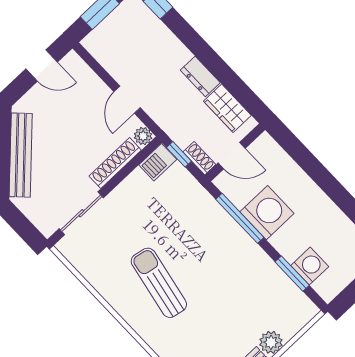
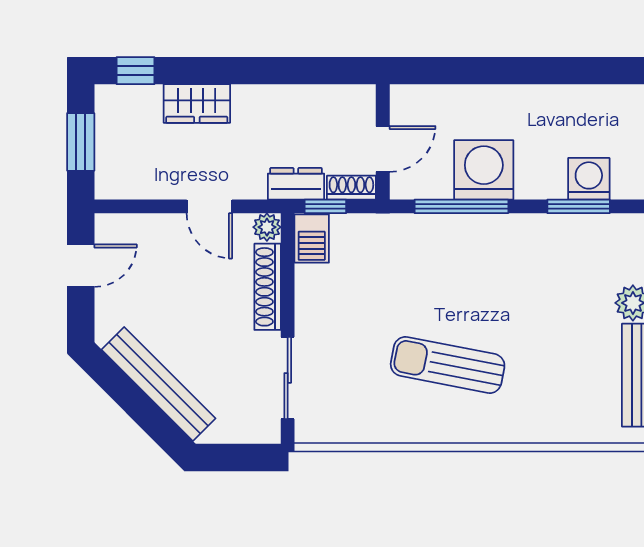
dresser: (200, 76) -> (296, 184), moved, turned 180
wardrobe: (227, 108) -> (197, 103), moved

